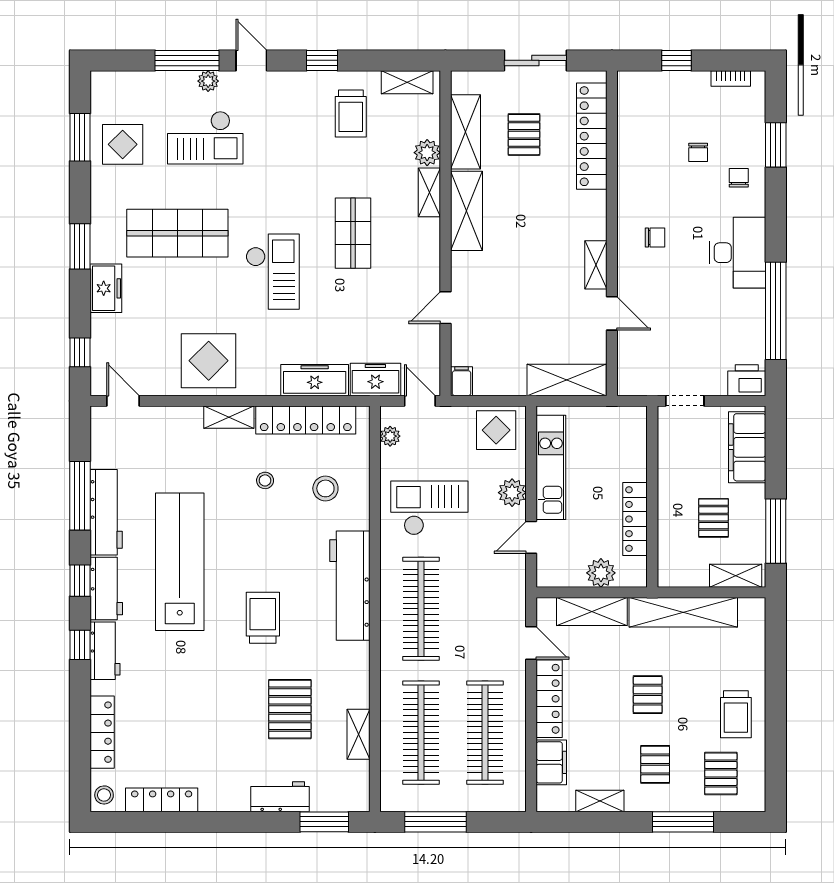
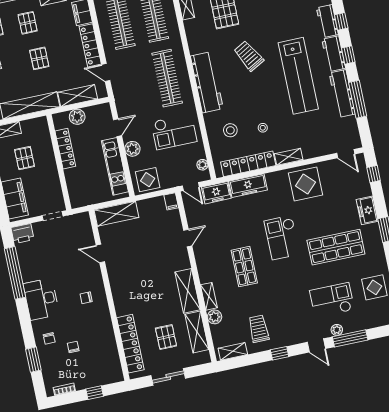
shelving: (596, 265) -> (114, 277), removed
trolley: (263, 618) -> (249, 56), turned 151

